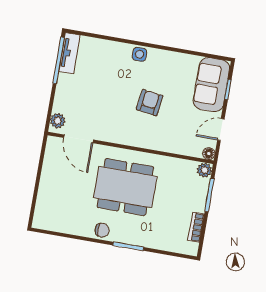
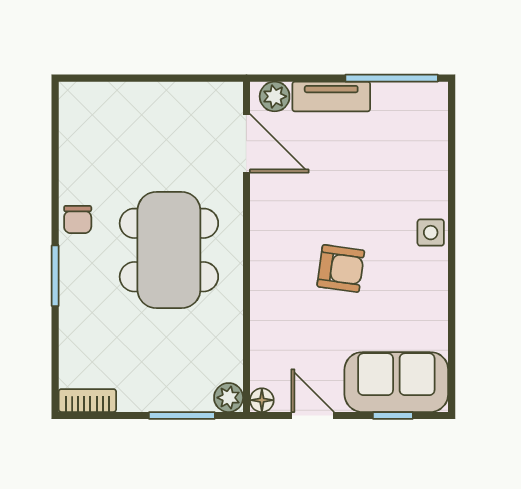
tv unit: (69, 53) -> (331, 96), moved
door: (79, 139) -> (246, 143), swing flipped
bookcase: (196, 227) -> (87, 401), moved

